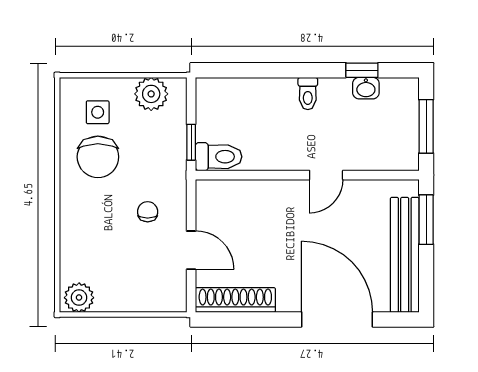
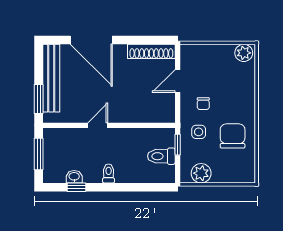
side table: (98, 112) -> (199, 132), moved
toilet: (219, 157) -> (161, 156), moved
door: (191, 250) -> (178, 81), hinge flipped

